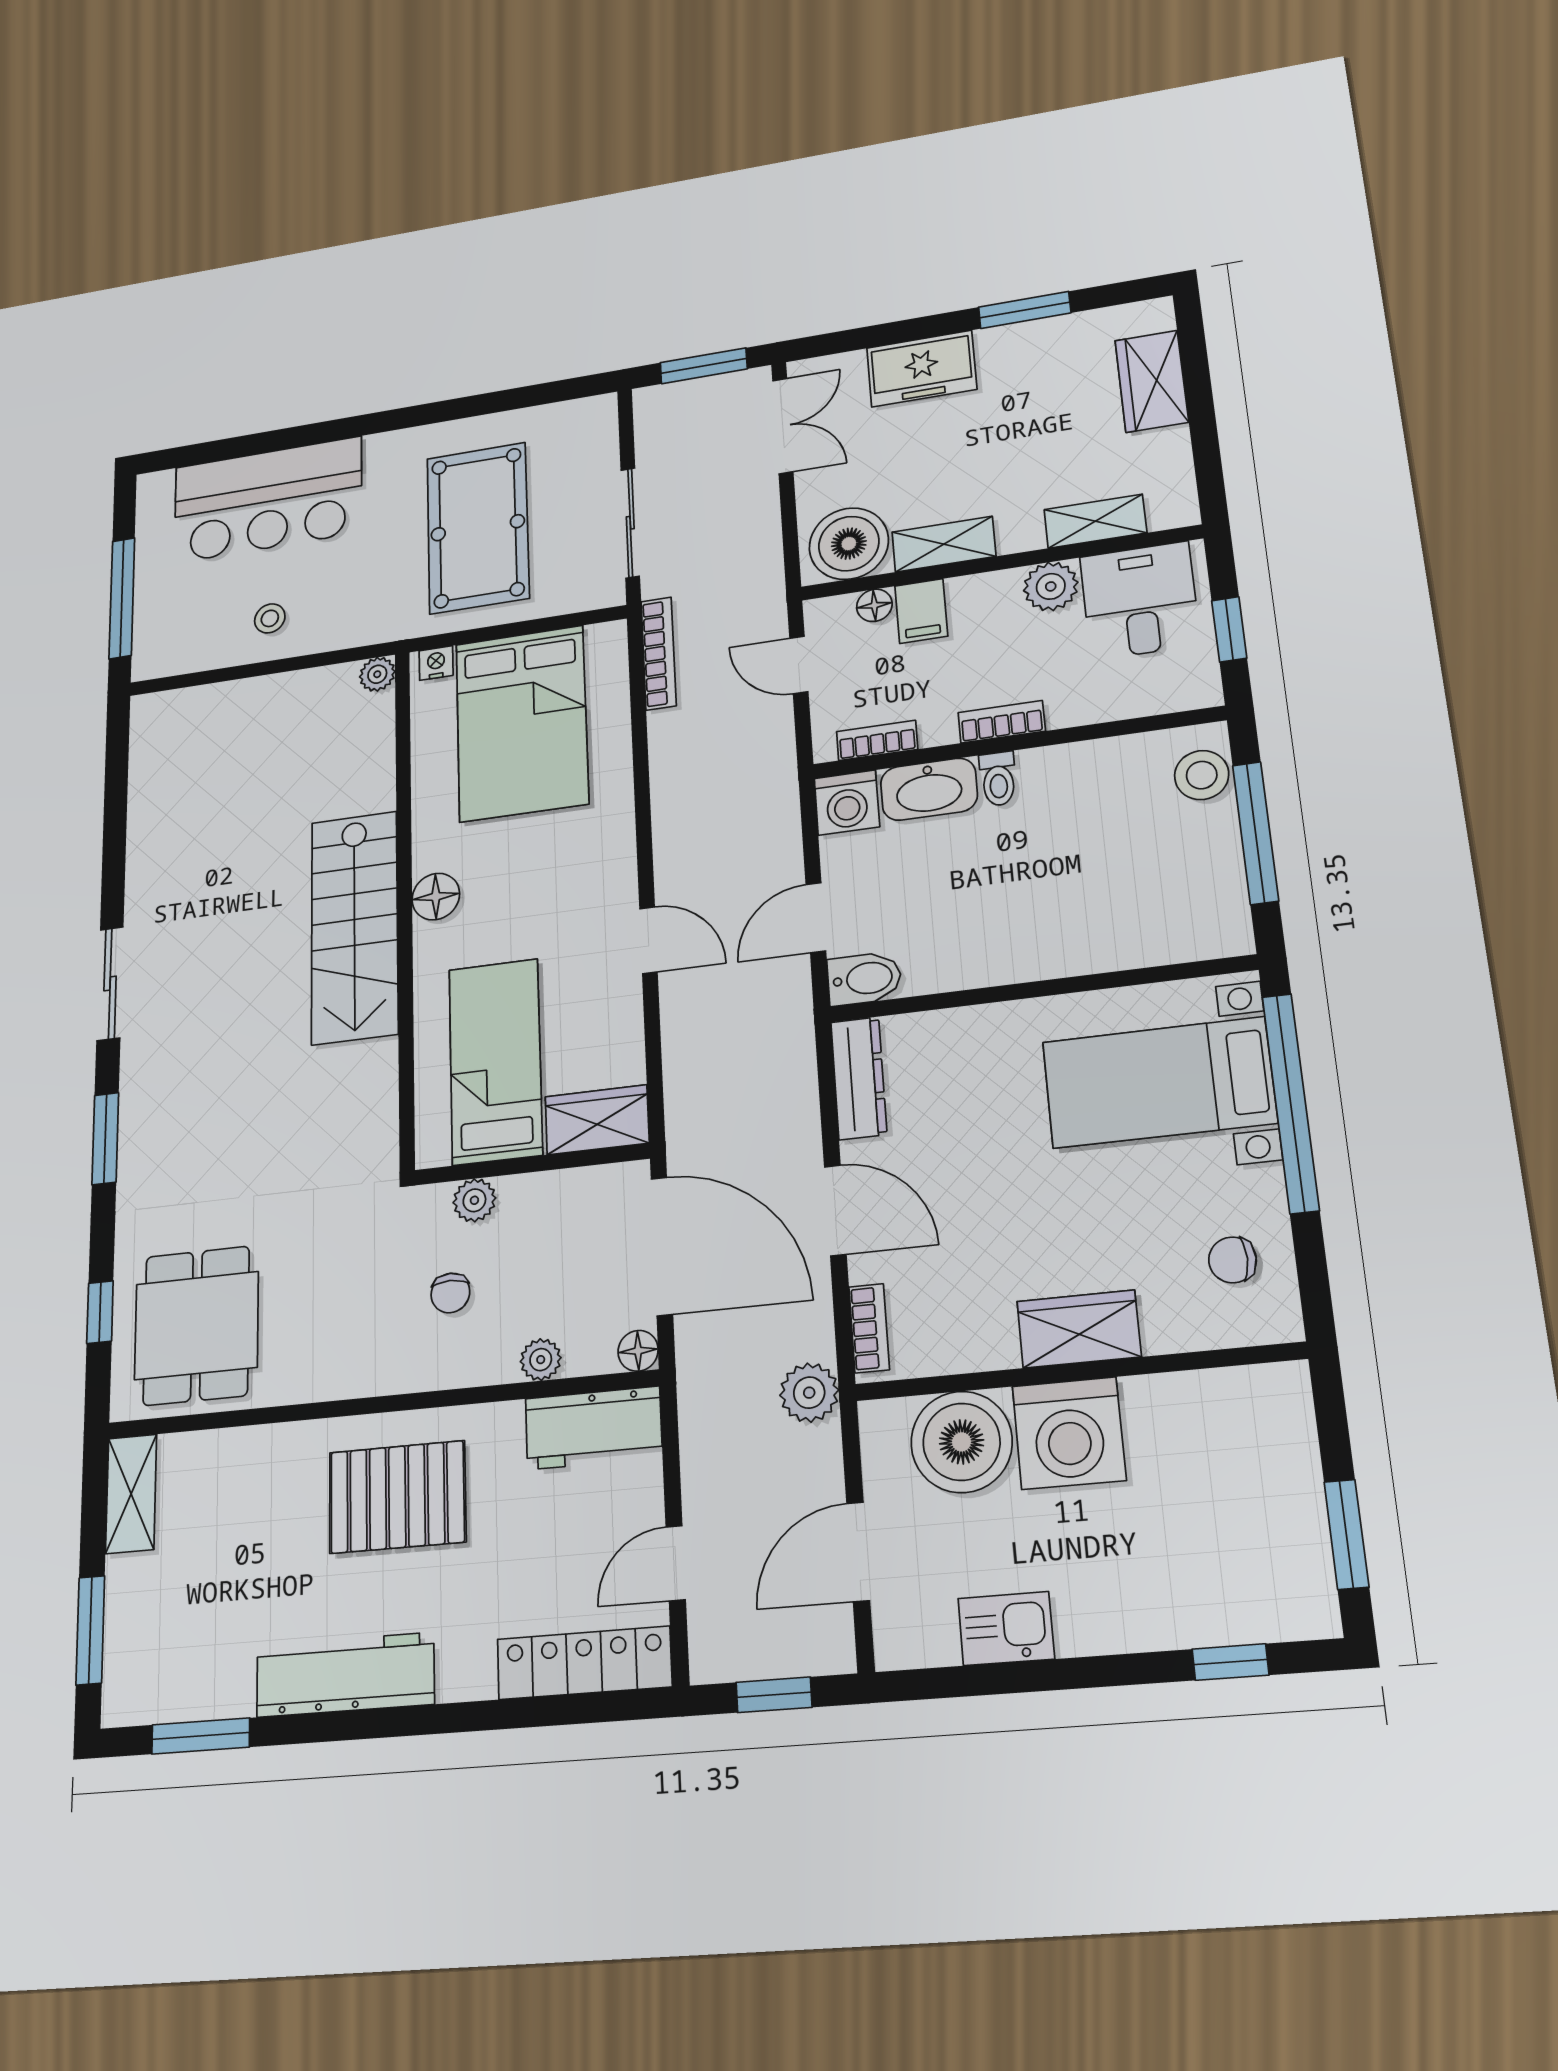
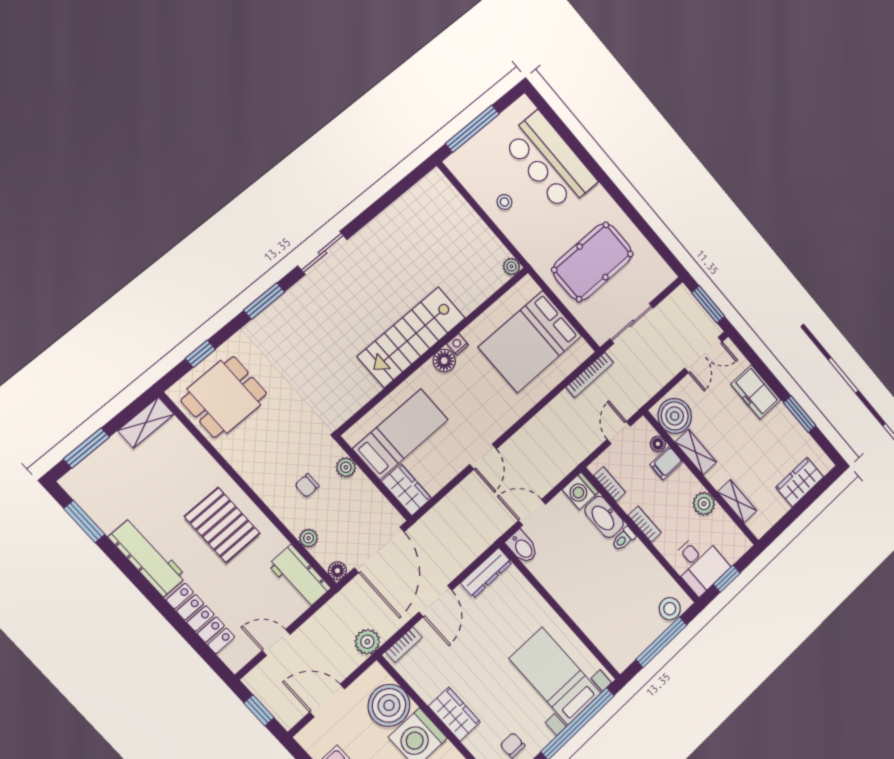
desk: (1140, 601) -> (699, 564), moved, turned 90
nightstand: (436, 663) -> (458, 344), moved, turned -90
locker: (584, 1663) -> (201, 619), moved

